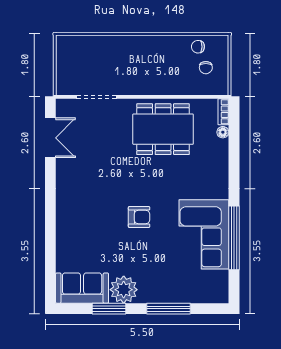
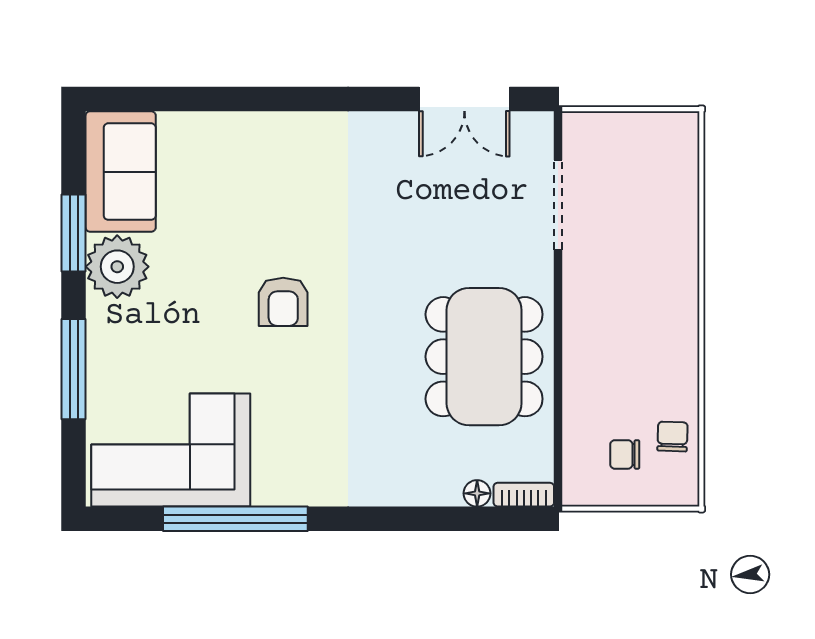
corner sofa: (204, 234) -> (171, 450), moved

